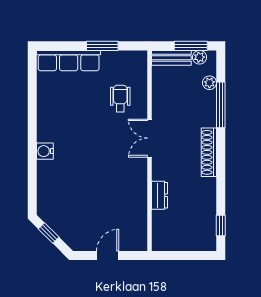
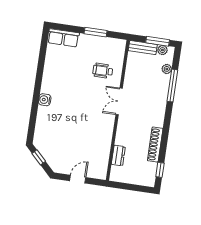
row of seats: (69, 61) -> (63, 38), width x0.68
wheelchair: (120, 98) -> (103, 71), turned -90
shoe rack: (209, 152) -> (155, 145), moved
dresser: (160, 195) -> (118, 156), moved

